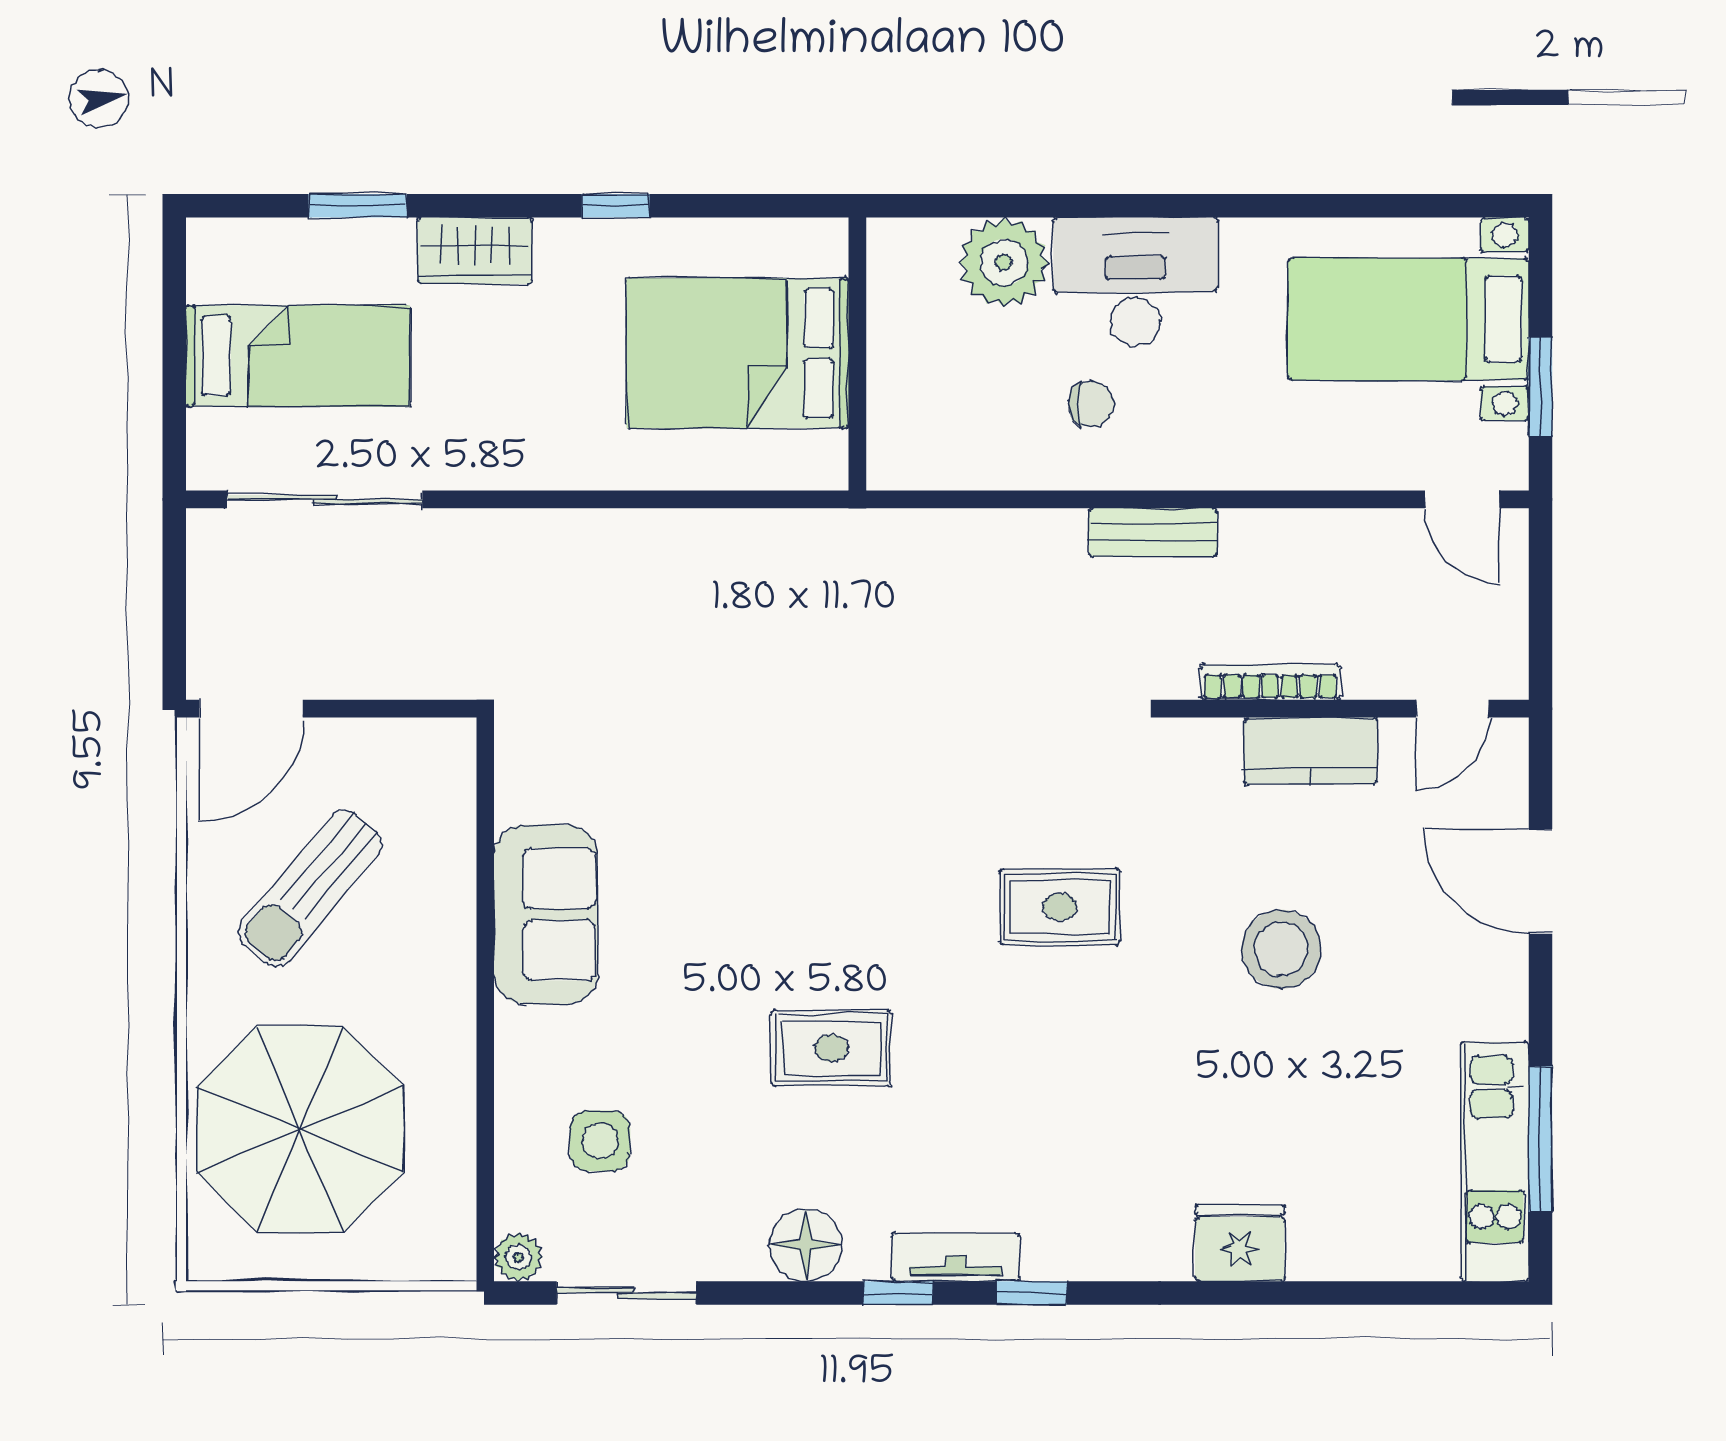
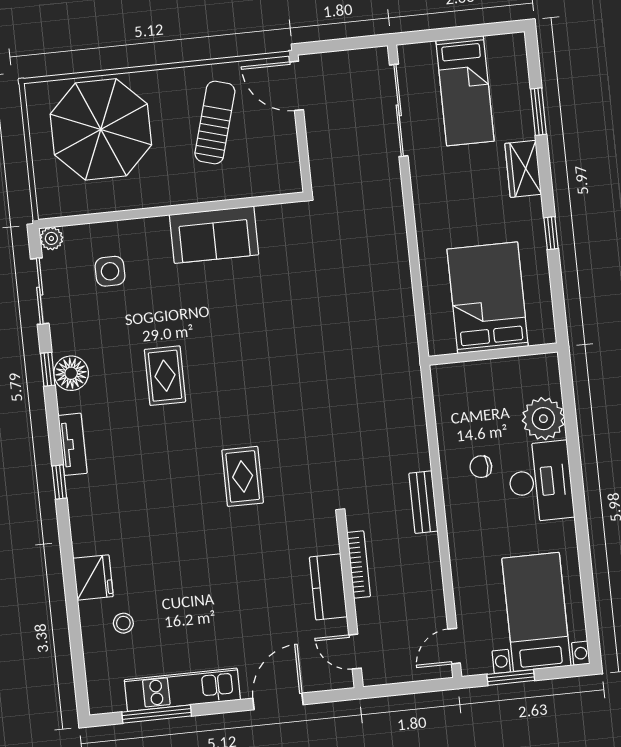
chair: (1091, 404) -> (481, 467), turned 90
sun lounger: (310, 888) -> (215, 122), turned 66
stool: (1281, 949) -> (123, 623), moved, width x0.53, depth x0.53
kitchen unit: (1495, 1161) -> (182, 690), moved
window: (898, 1293) -> (48, 369), moved

